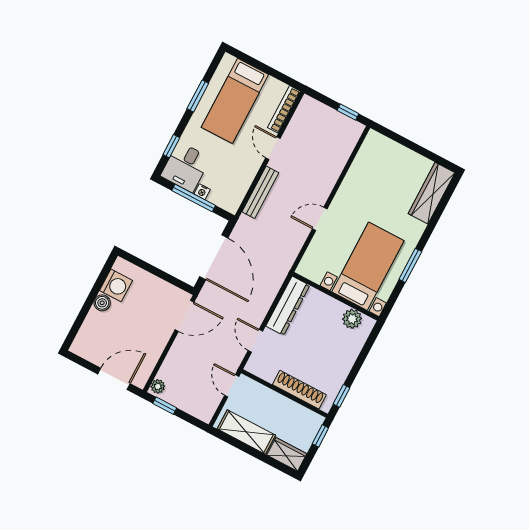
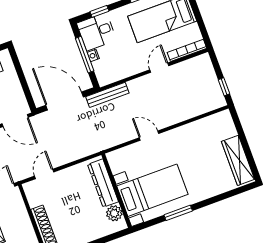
bench: (260, 192) -> (107, 95), moved
wardrobe: (432, 193) -> (238, 160), moved, turned -90
door: (214, 257) -> (65, 101), swing flipped
dresser: (288, 306) -> (103, 183), moved, turned 90

